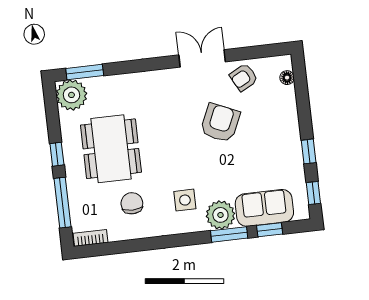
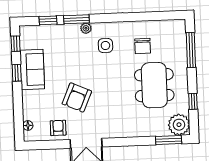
armchair: (244, 77) -> (58, 128), turned -62
window: (57, 154) -> (193, 101), moved
sofa: (264, 208) -> (32, 69), moved, turned -90
plant: (220, 215) -> (86, 28), width x0.53, depth x0.53
bookcase: (90, 238) -> (173, 24), removed

